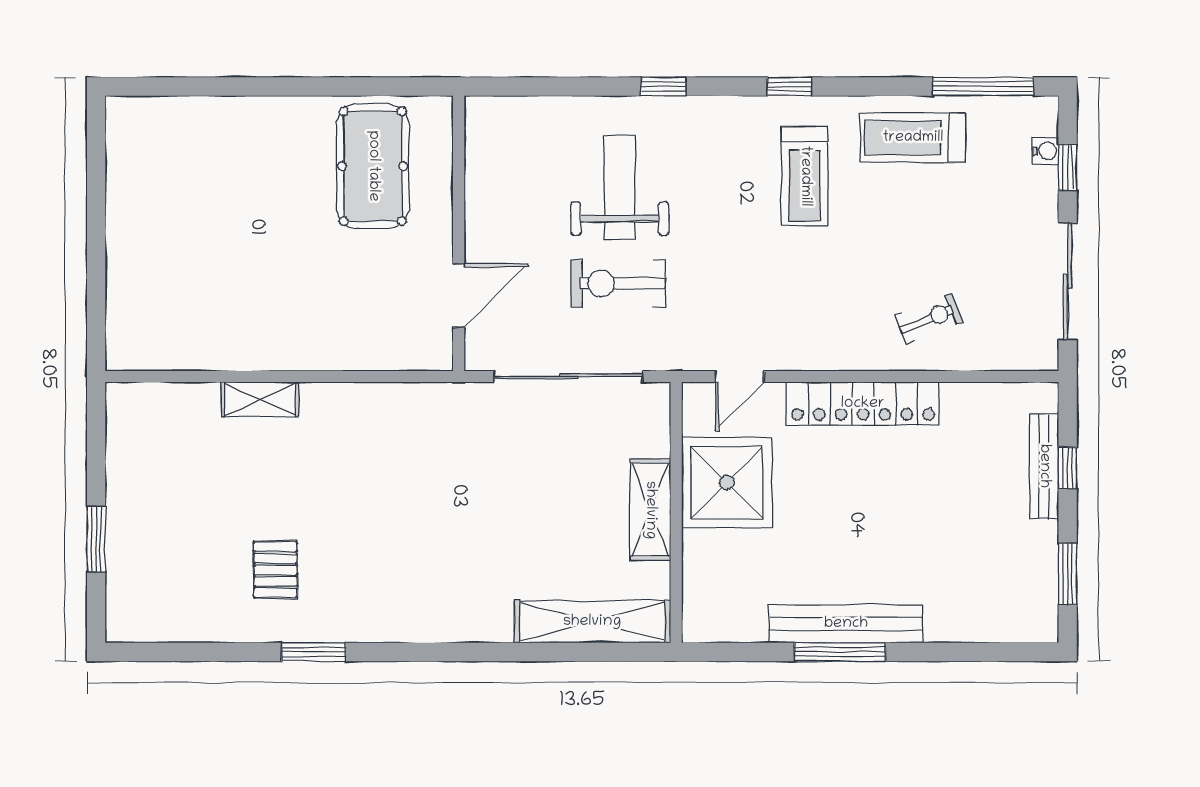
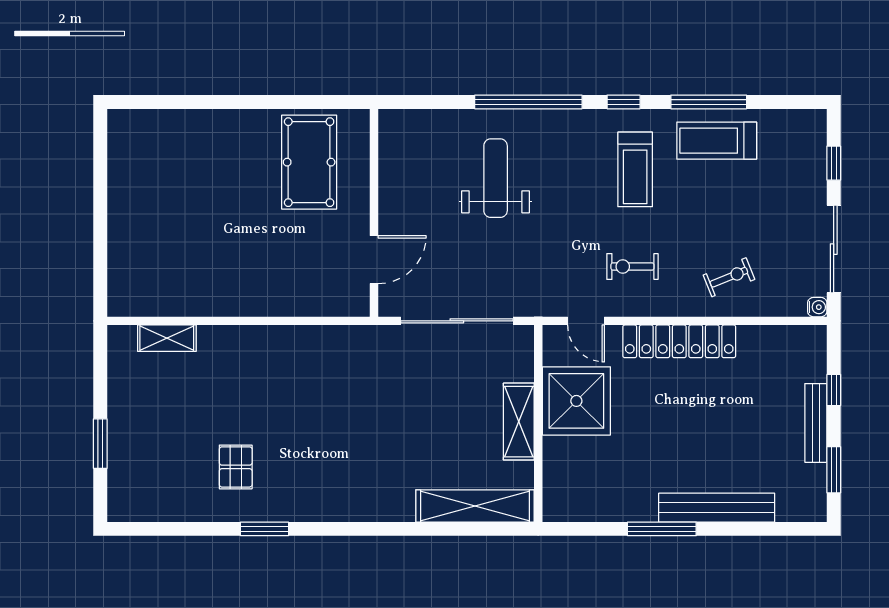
window: (663, 86) -> (528, 102), width x3.17
window: (983, 86) -> (709, 102), moved
water cooler: (1046, 151) -> (817, 307), moved
exercise bike: (618, 283) -> (632, 267), moved, width x0.73, depth x0.72
door: (740, 376) -> (586, 321), hinge flipped
shelving: (260, 399) -> (167, 338), moved
bench: (1044, 466) -> (816, 423), moved
bench: (846, 624) -> (717, 508), moved

